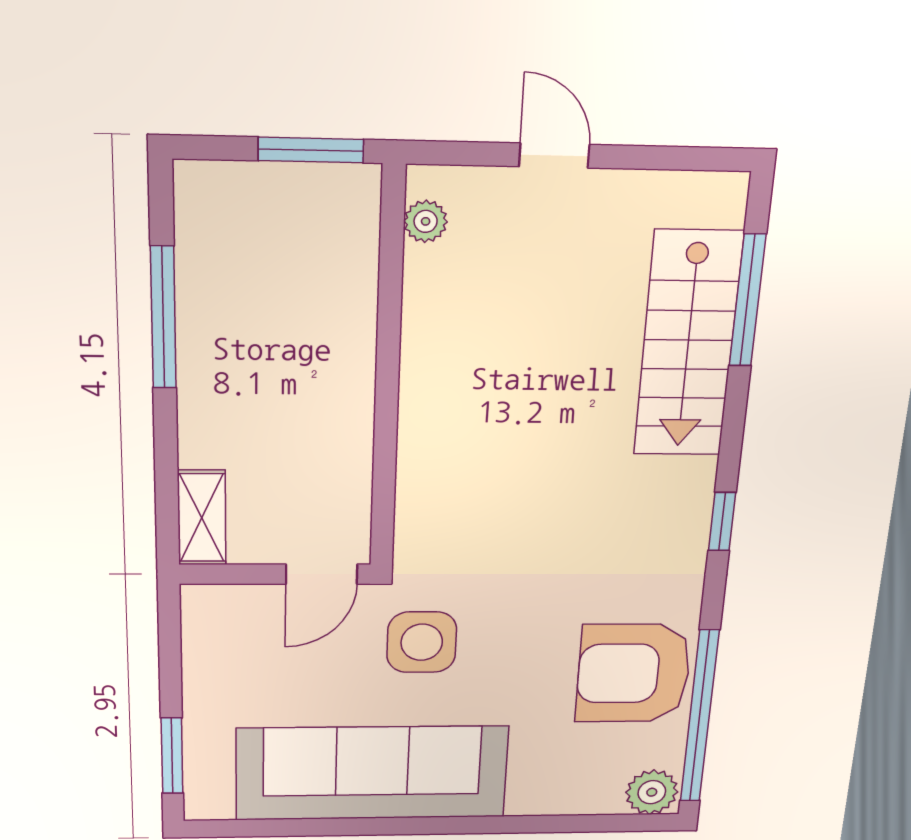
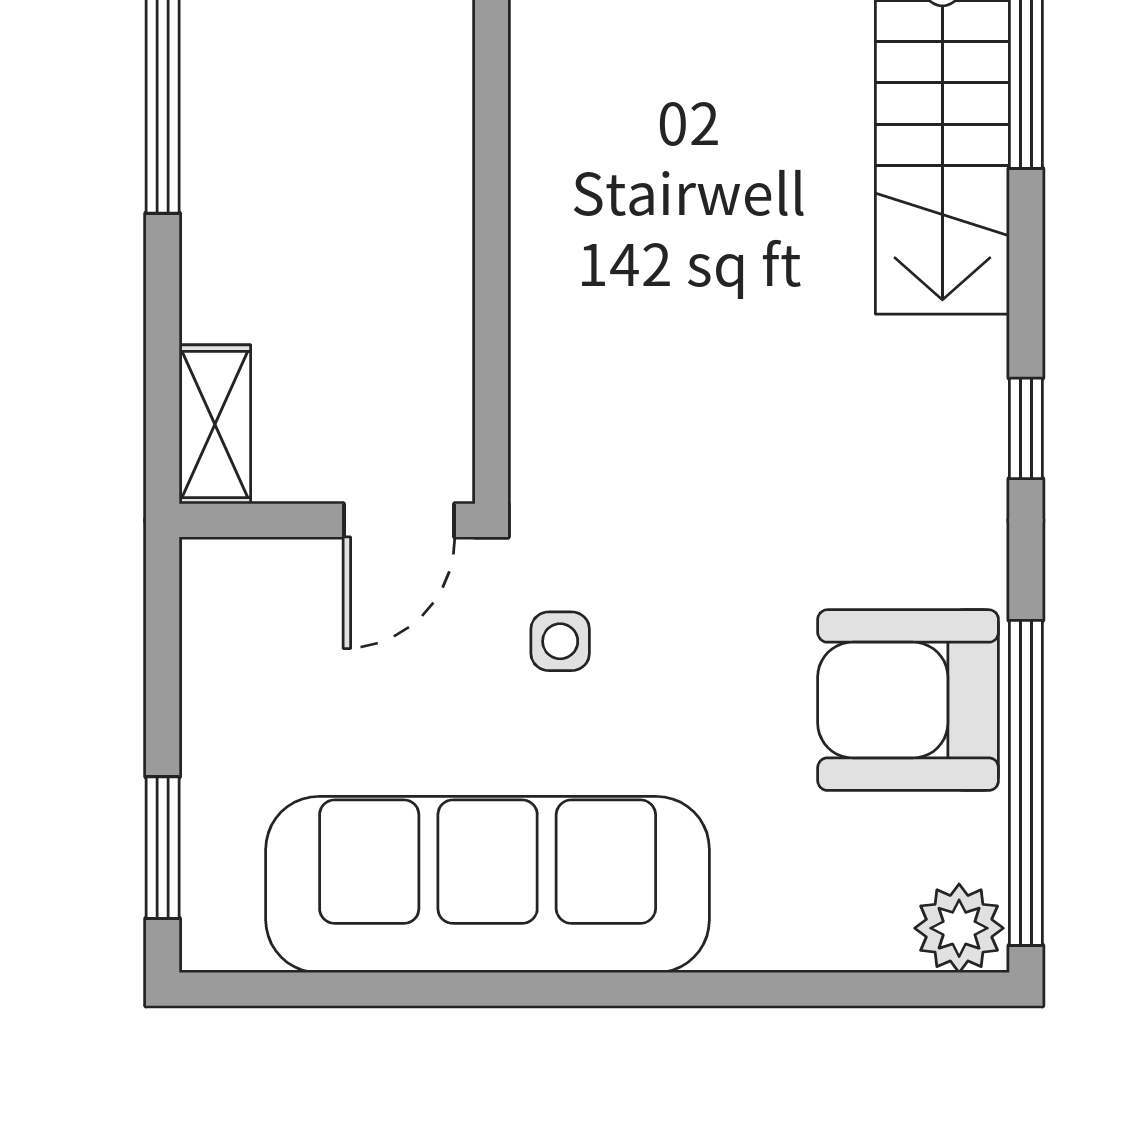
side table: (422, 642) -> (560, 641), width x0.54, depth x0.54

